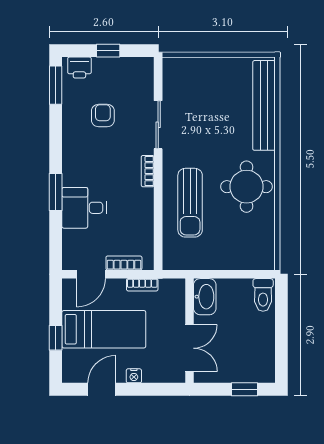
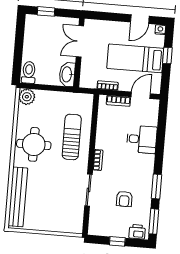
window: (56, 192) -> (157, 186), moved
plant: (263, 258) -> (27, 97), added
nightstand: (134, 376) -> (160, 30), moved

